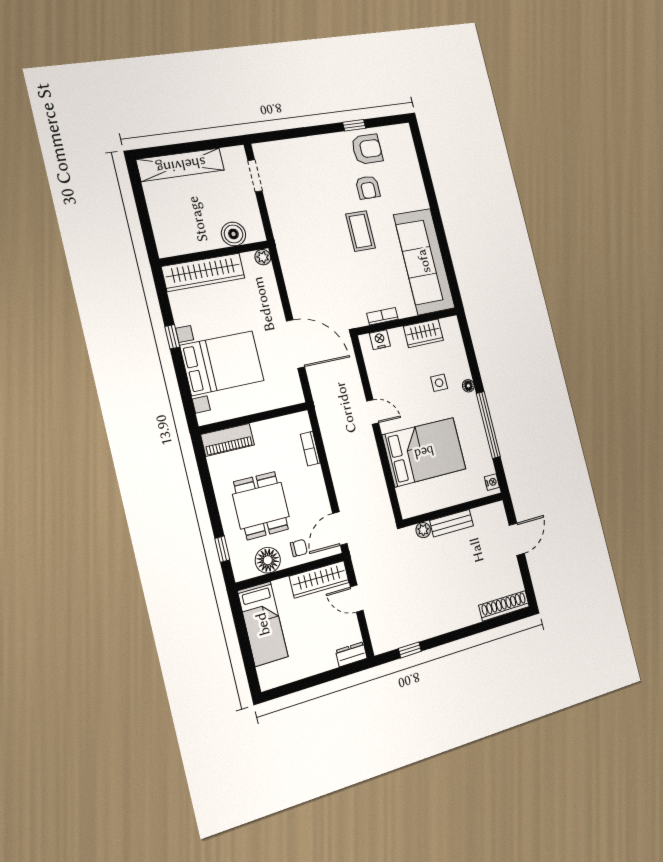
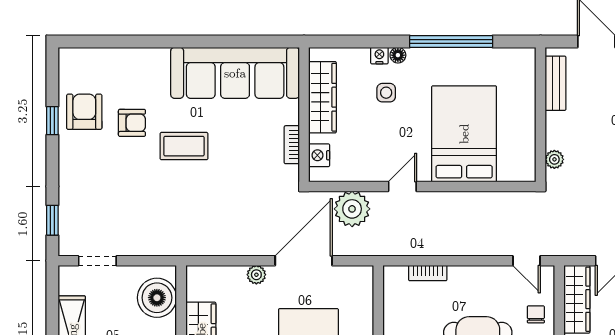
window: (278, 135) -> (52, 220), added
boiler: (233, 234) -> (157, 298), width x1.37, depth x1.37
plant: (263, 257) -> (256, 275), moved
wardrobe: (423, 333) -> (322, 97), width x1.50
plant: (345, 375) -> (352, 209), added
nightstand: (492, 482) -> (379, 56), moved
bench: (452, 523) -> (556, 83), moved
door: (340, 528) -> (527, 261), width x0.73

